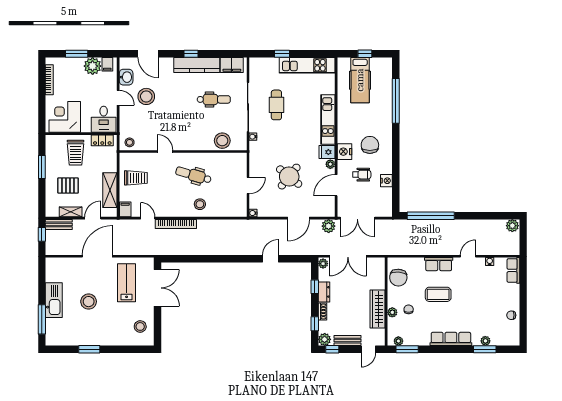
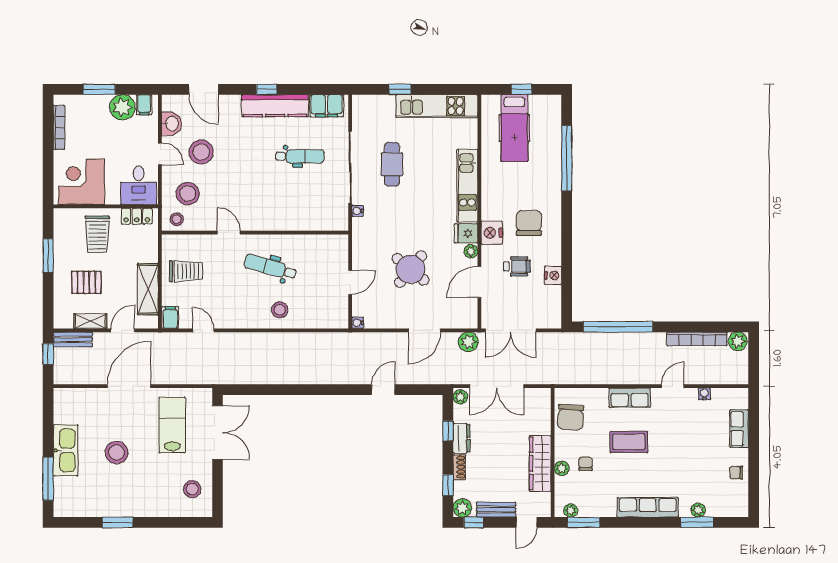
stool: (222, 141) -> (188, 194), moved
bookcase: (176, 224) -> (697, 339), moved
row of seats: (513, 270) -> (739, 429), moved

